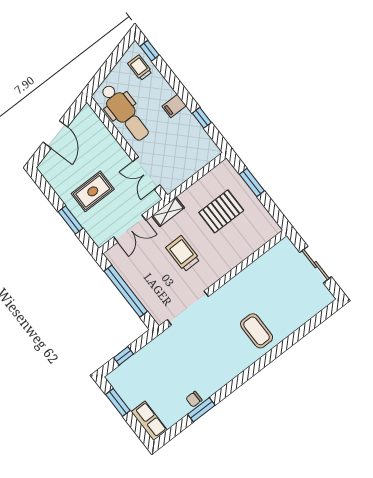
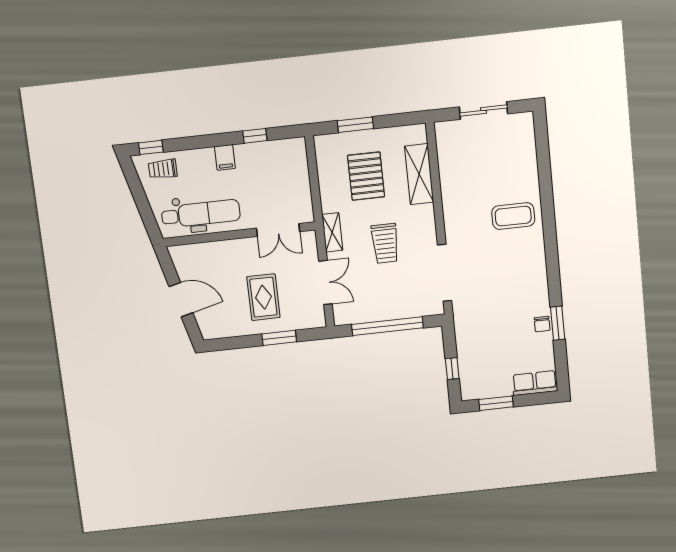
shelving: (245, 247) -> (419, 174), added
trolley: (183, 253) -> (385, 243), turned -90

